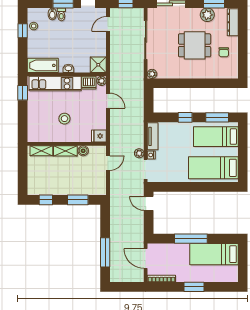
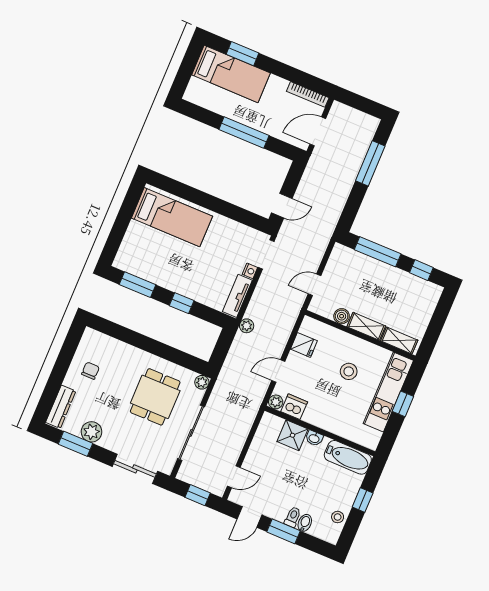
window: (23, 31) -> (363, 500), moved
dining table: (195, 45) -> (155, 397), moved, turned 90
shower: (98, 65) -> (293, 435), moved
kitchen unit: (55, 84) -> (388, 392), moved, turned -90
window: (23, 93) -> (403, 404), moved
door: (108, 101) -> (278, 371), hinge flipped
fridge: (99, 136) -> (304, 345), moved
bed: (216, 137) -> (150, 259), removed
plant: (139, 153) -> (247, 326), moved
window: (78, 200) -> (378, 252), width x1.44
door: (149, 203) -> (282, 206), hinge flipped
bed: (214, 254) -> (231, 74), moved
door: (146, 259) -> (318, 131), swing flipped
window: (194, 287) -> (243, 54), moved

